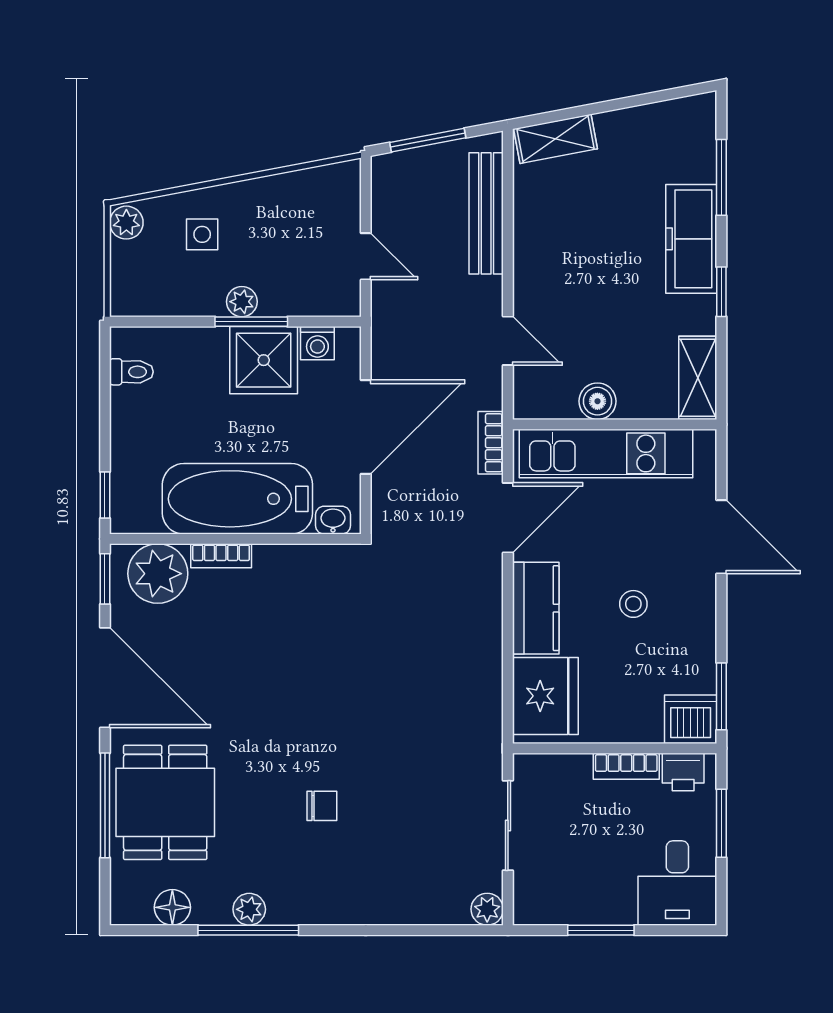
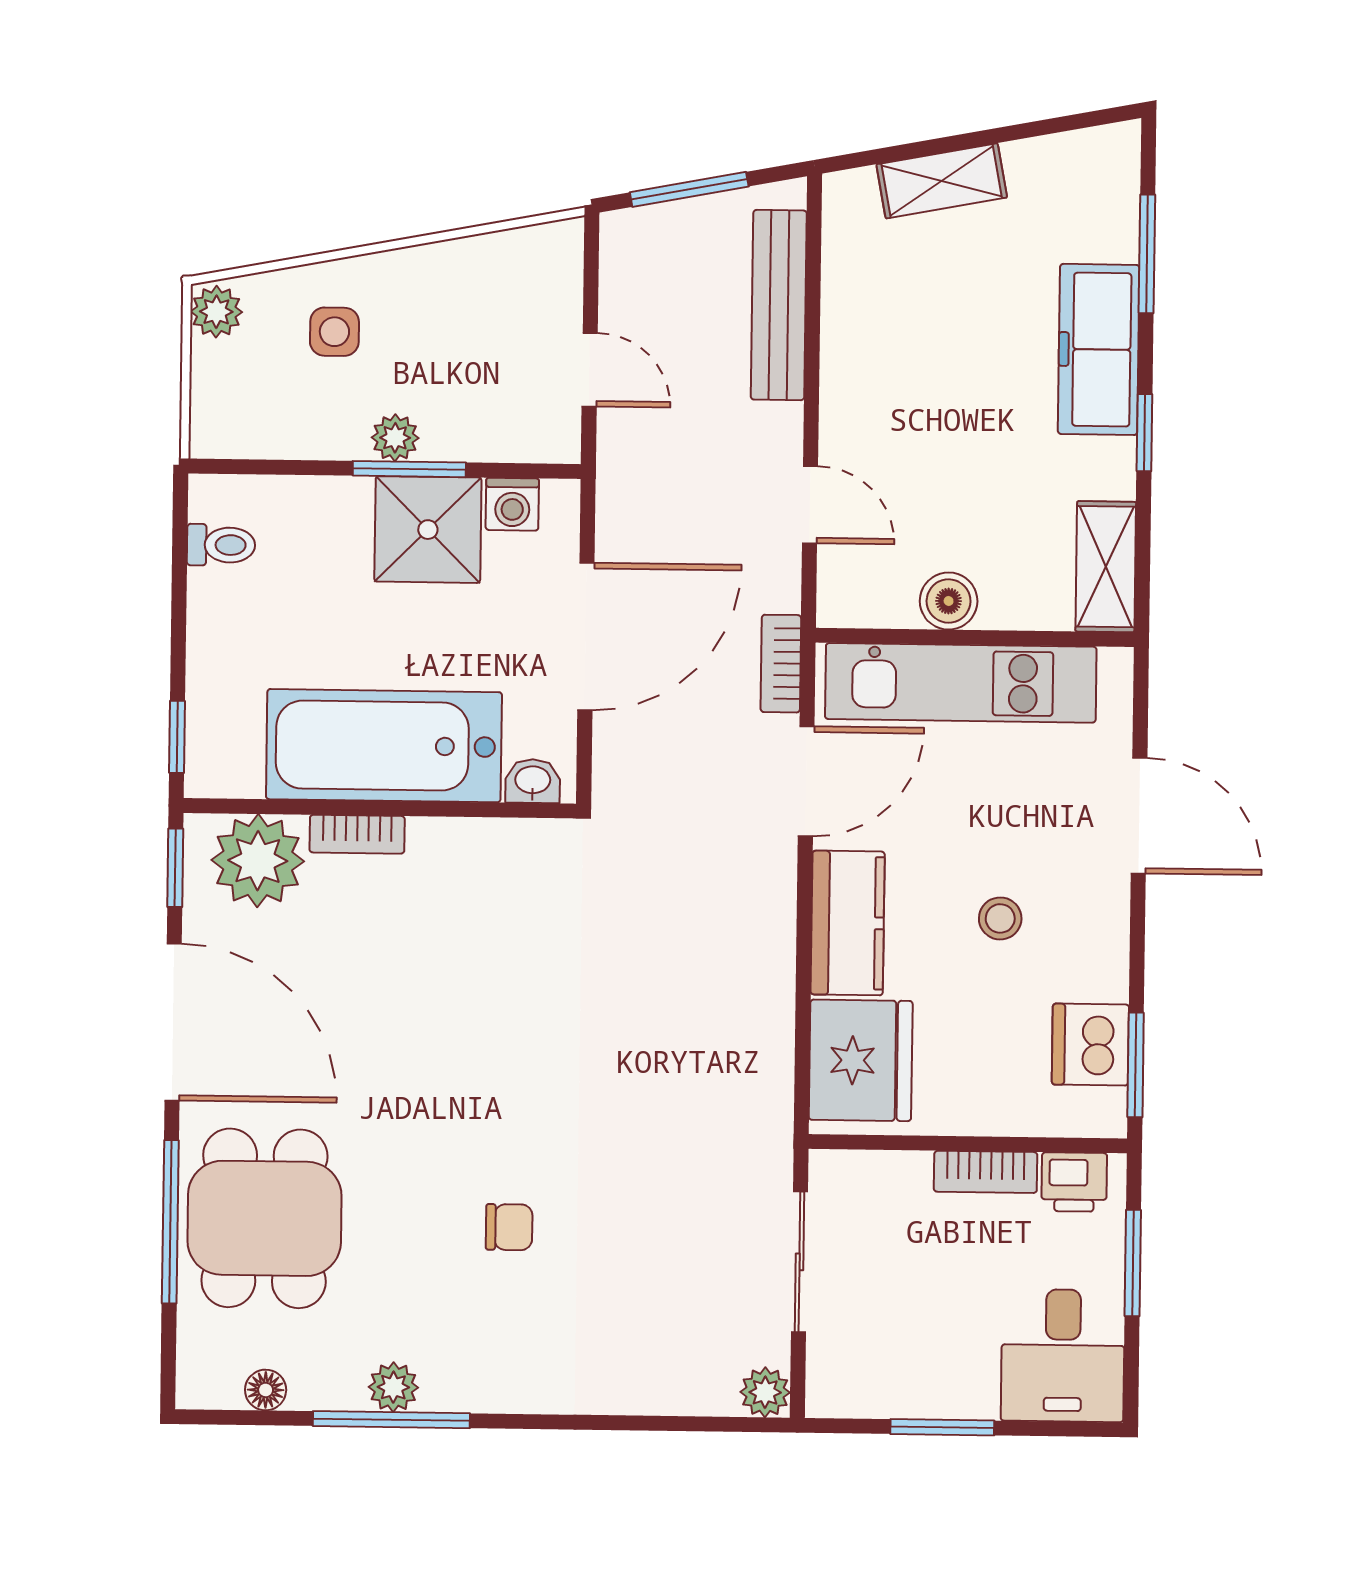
shelving: (555, 139) -> (942, 181), moved
dishwasher: (691, 719) -> (1090, 1045), moved, turned -90
floor lamp: (172, 907) -> (266, 1390), width x0.73, depth x0.73

